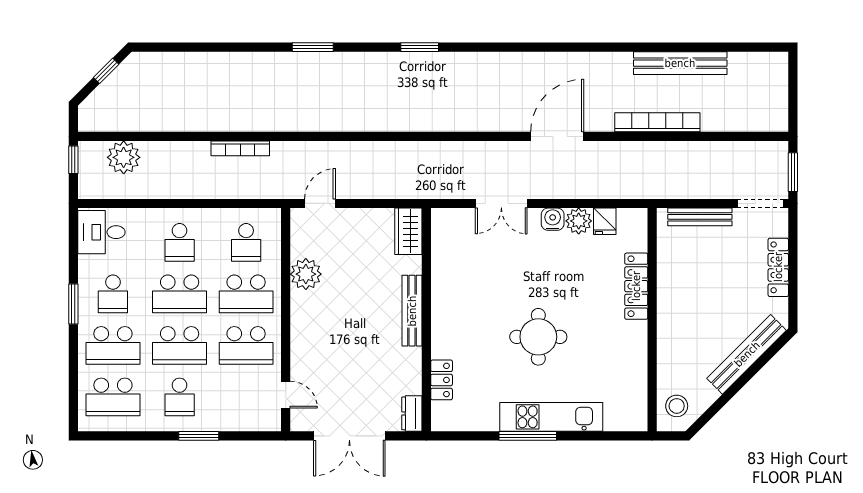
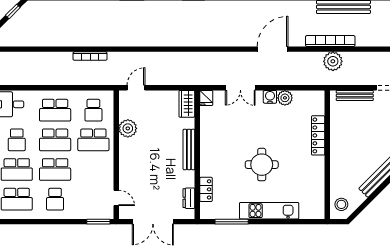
plant: (124, 157) -> (333, 61), moved
fridge: (605, 221) -> (206, 98), moved
school desk: (180, 242) -> (55, 110), width x1.85
school desk: (246, 345) -> (93, 170), removed
dresser: (412, 413) -> (189, 198), moved
window: (199, 436) -> (98, 222), moved
window: (528, 436) -> (232, 222), moved

